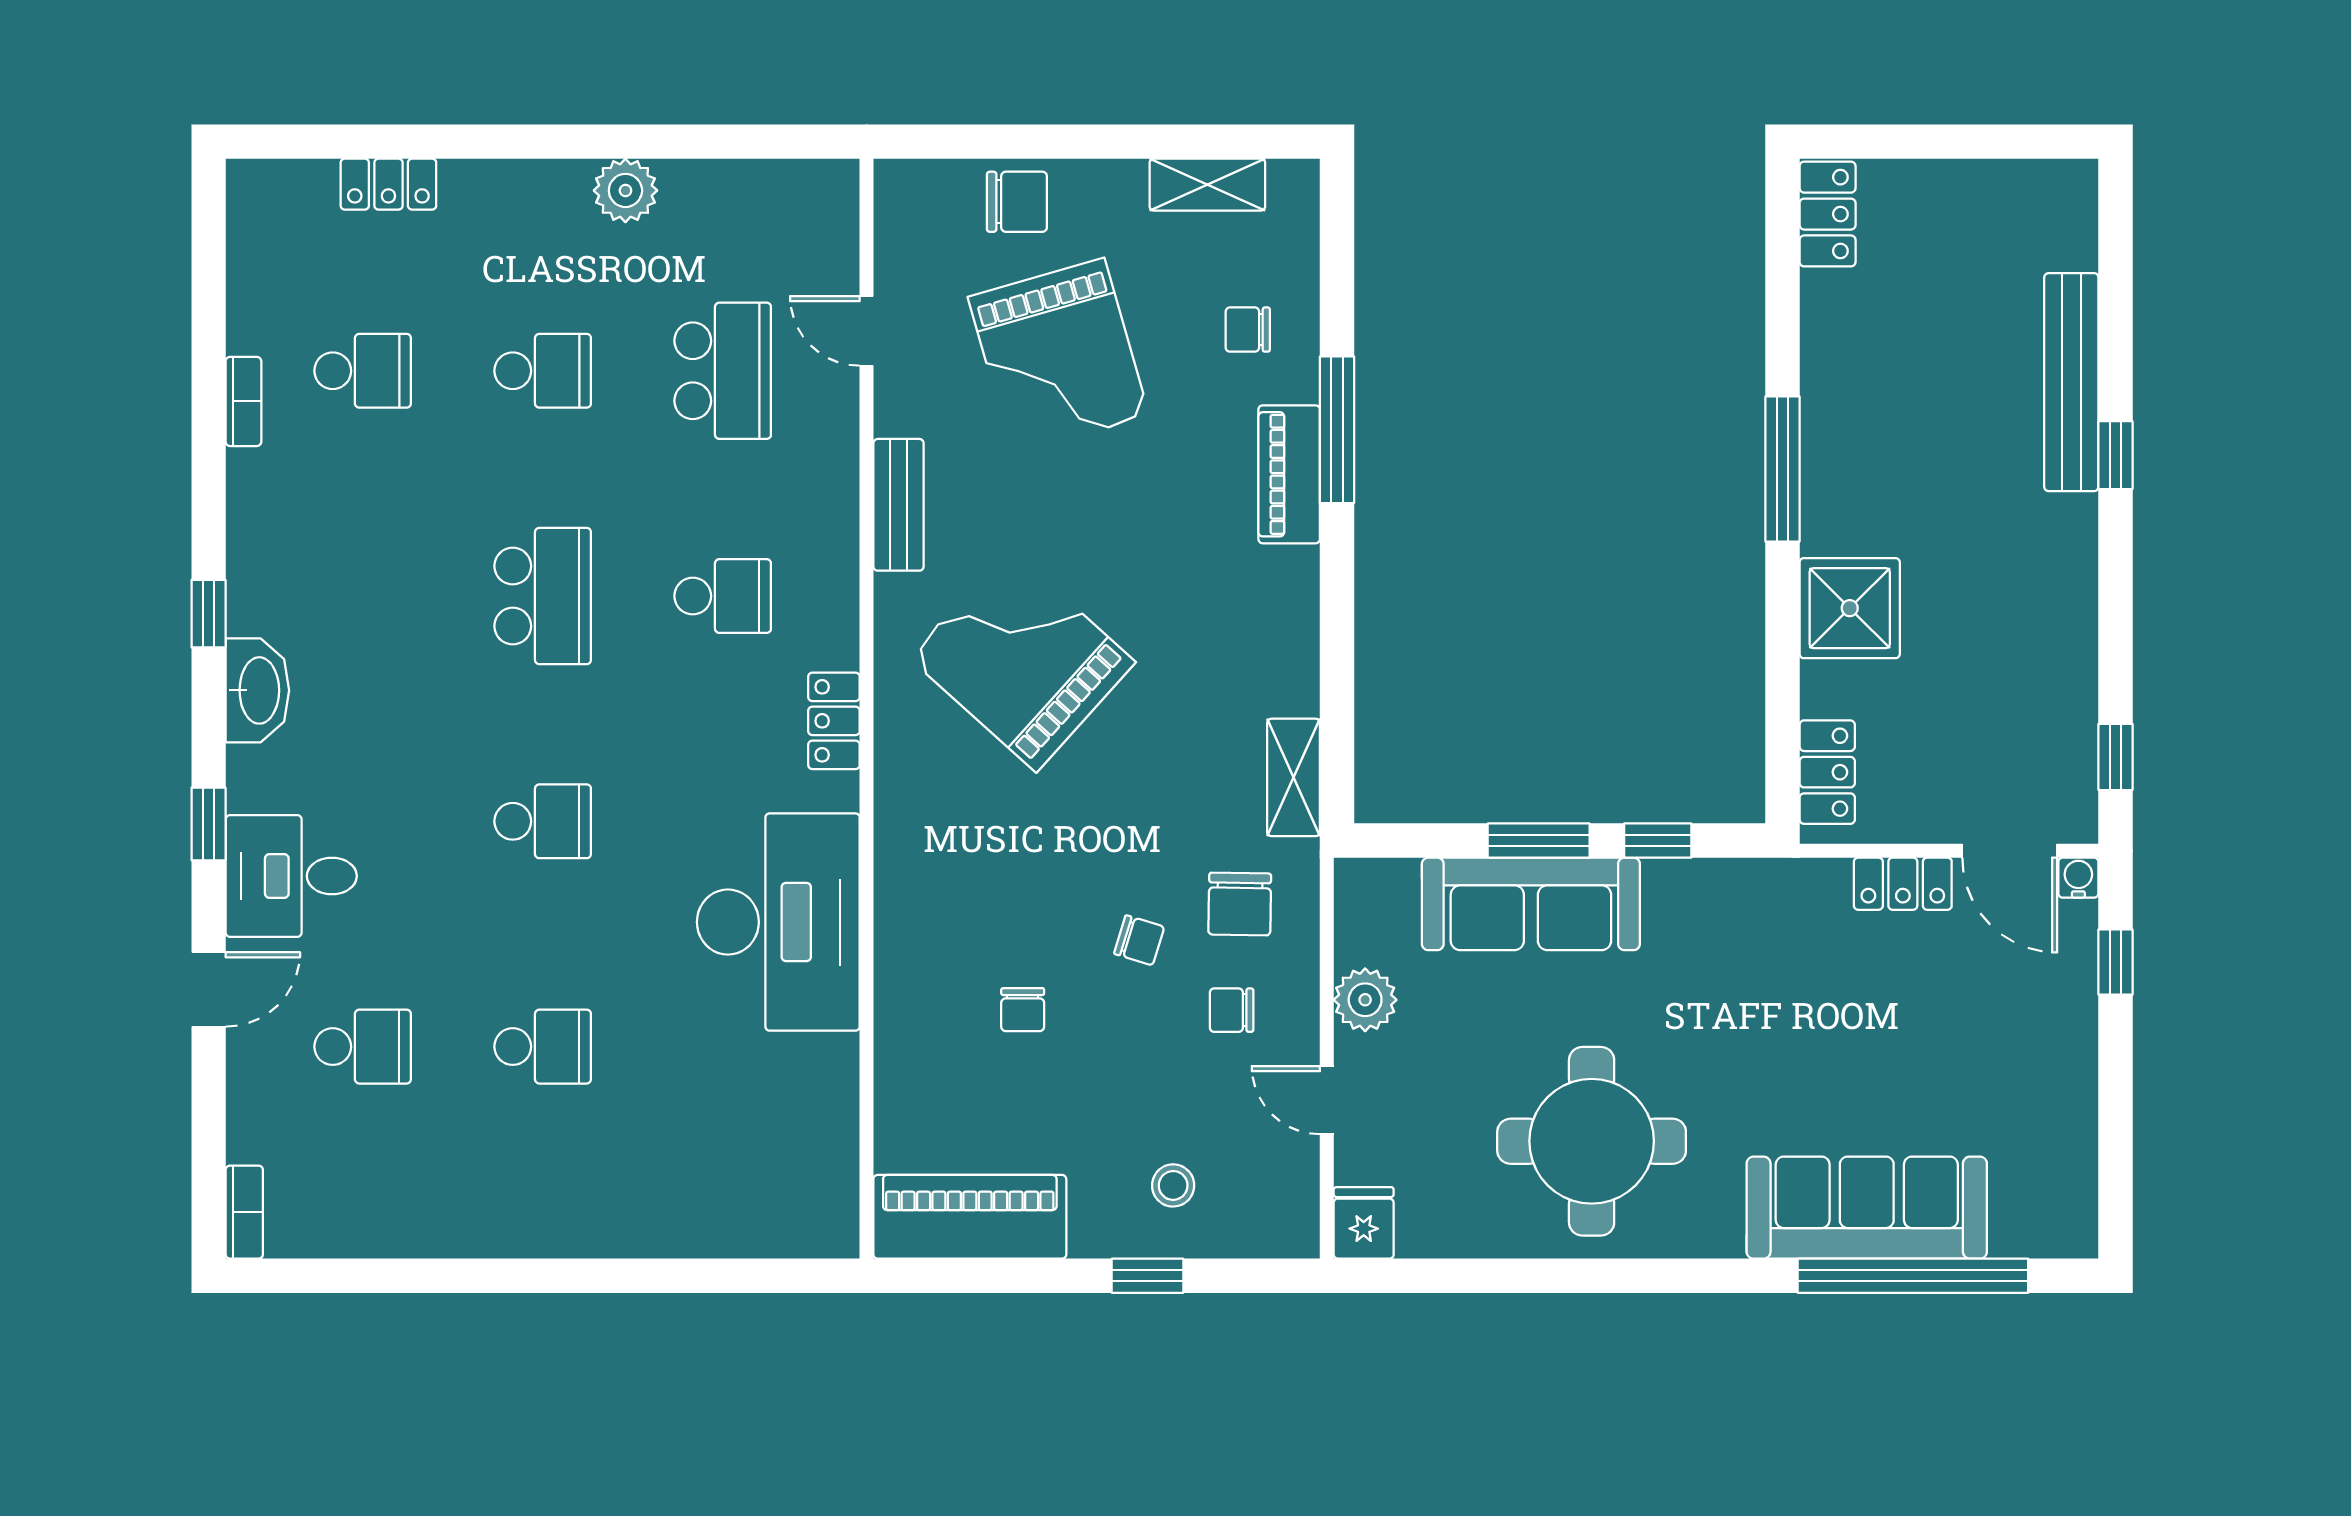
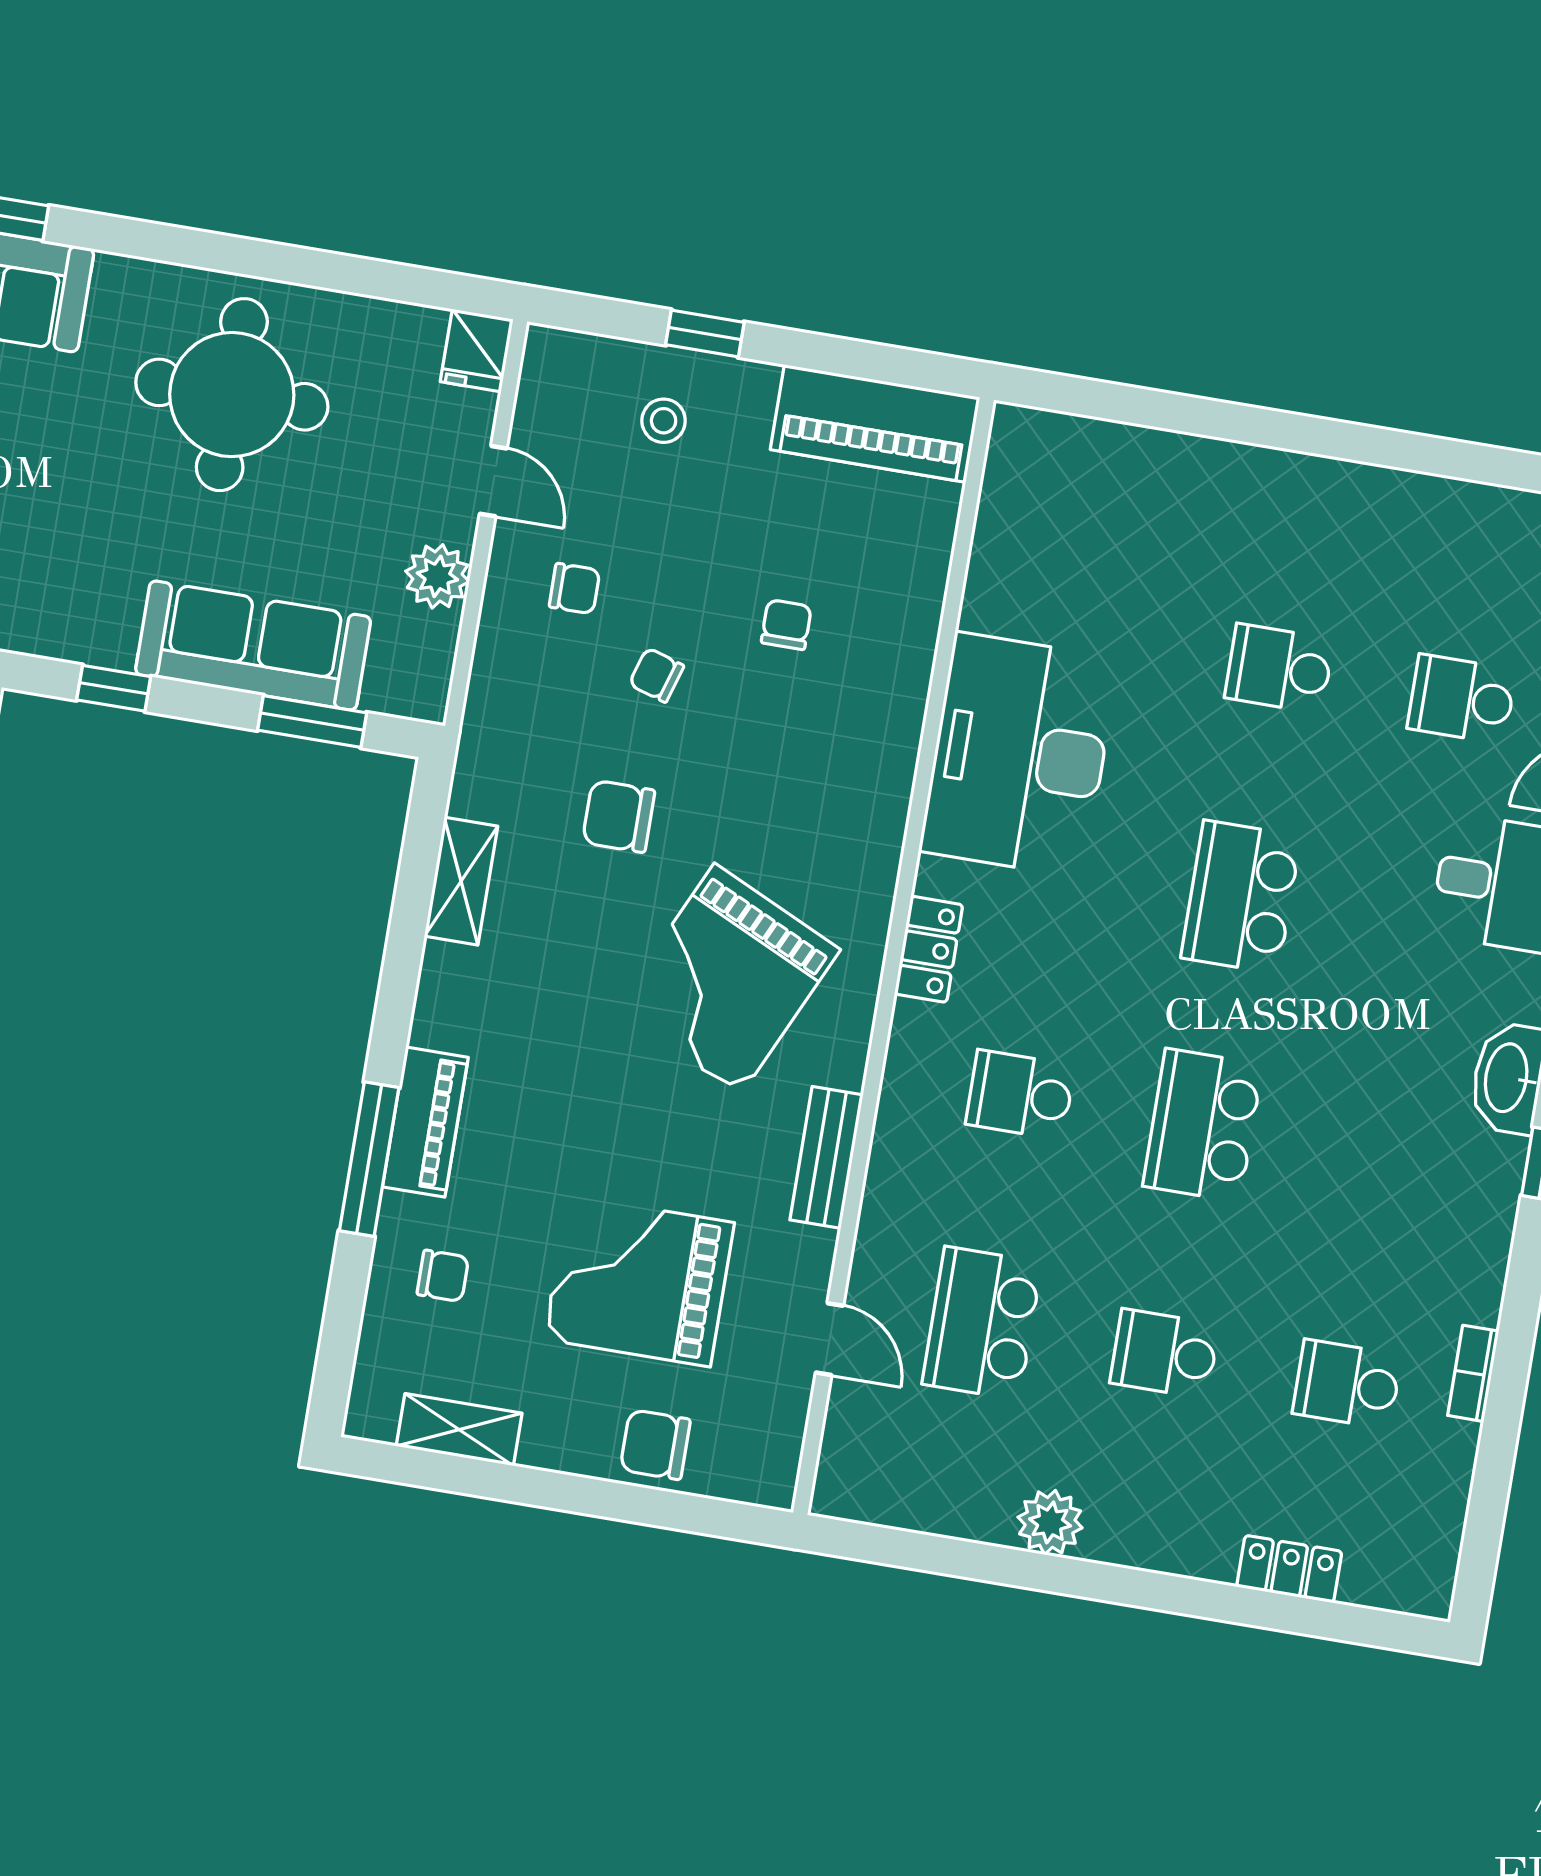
grand piano: (1059, 356) -> (639, 1281), turned -74
grand piano: (1022, 660) -> (727, 979), turned 73
shelving: (1294, 777) -> (461, 881), moved
school desk: (543, 821) -> (1241, 897), width x1.85
window: (1539, 841) -> (312, 721), moved
chair: (1240, 904) -> (619, 816), moved, turned -91

